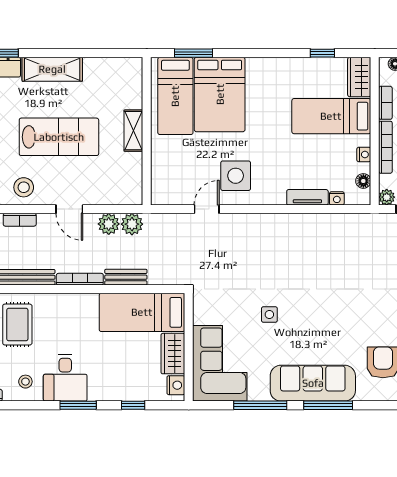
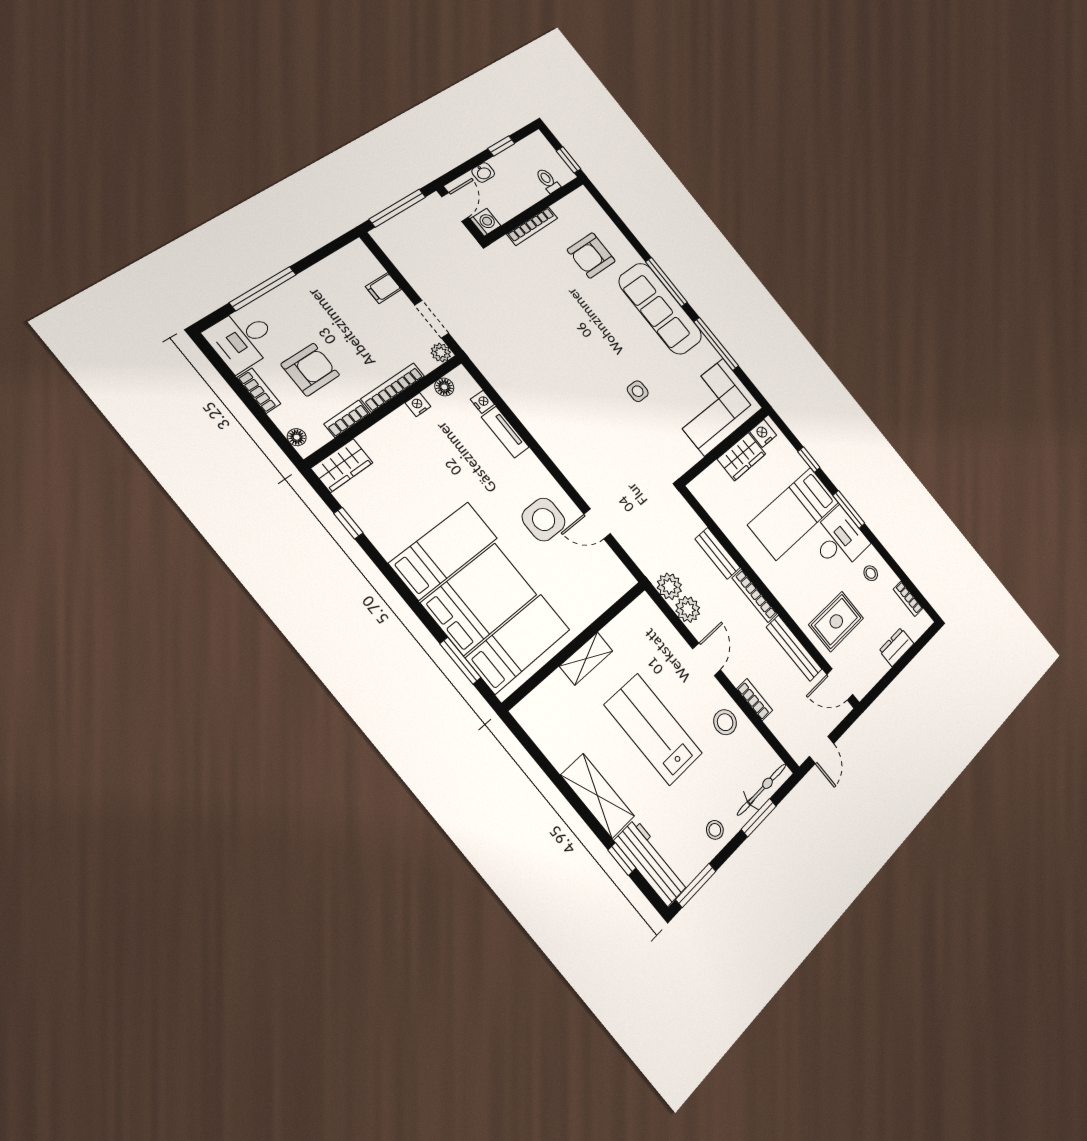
bed: (331, 116) -> (444, 551), moved, turned -90
bed: (142, 312) -> (794, 513), moved, turned 90

